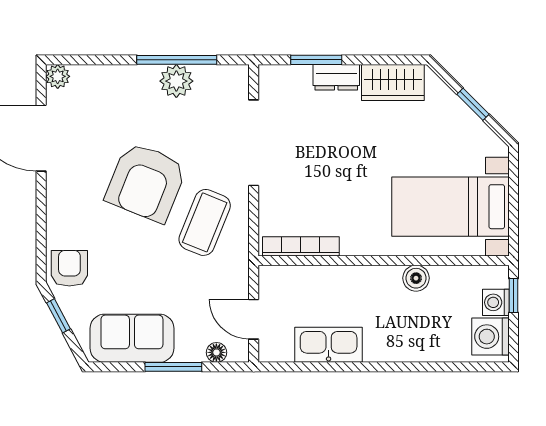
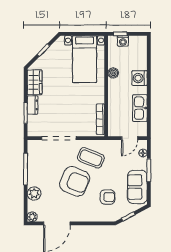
plant: (176, 81) -> (34, 194), moved
armchair: (69, 268) -> (107, 197), moved, turned 180
washing machine: (490, 337) -> (140, 78), moved, turned 90

